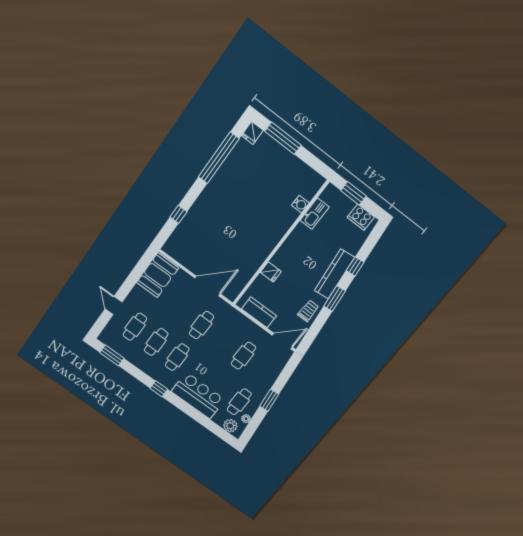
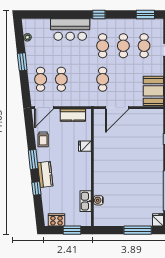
kitchen counter: (334, 274) -> (45, 174), width x0.67
cafe table: (239, 402) -> (41, 79), moved
plant: (230, 426) -> (34, 24), removed

